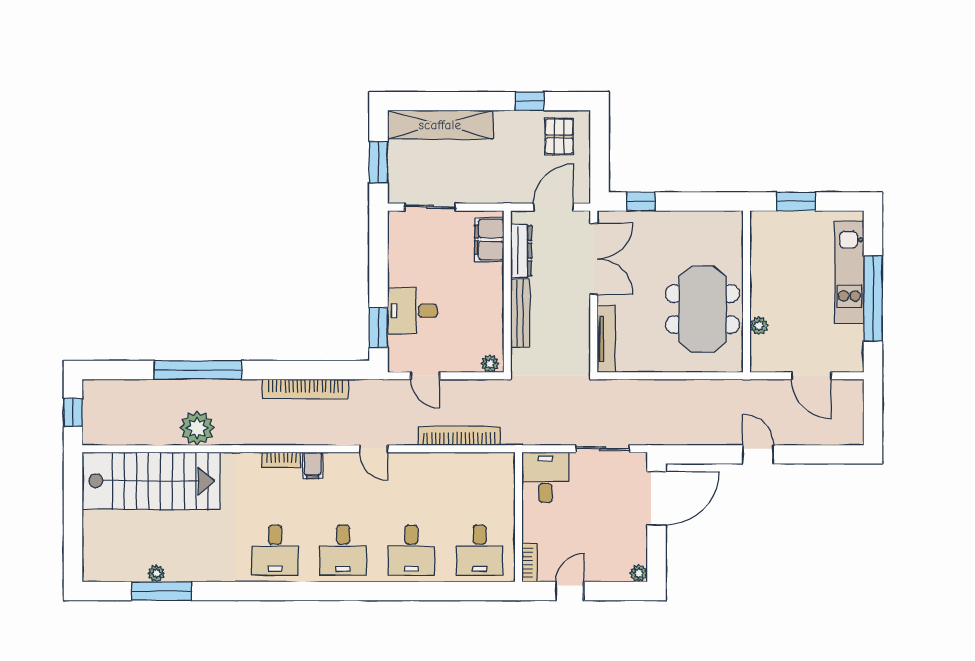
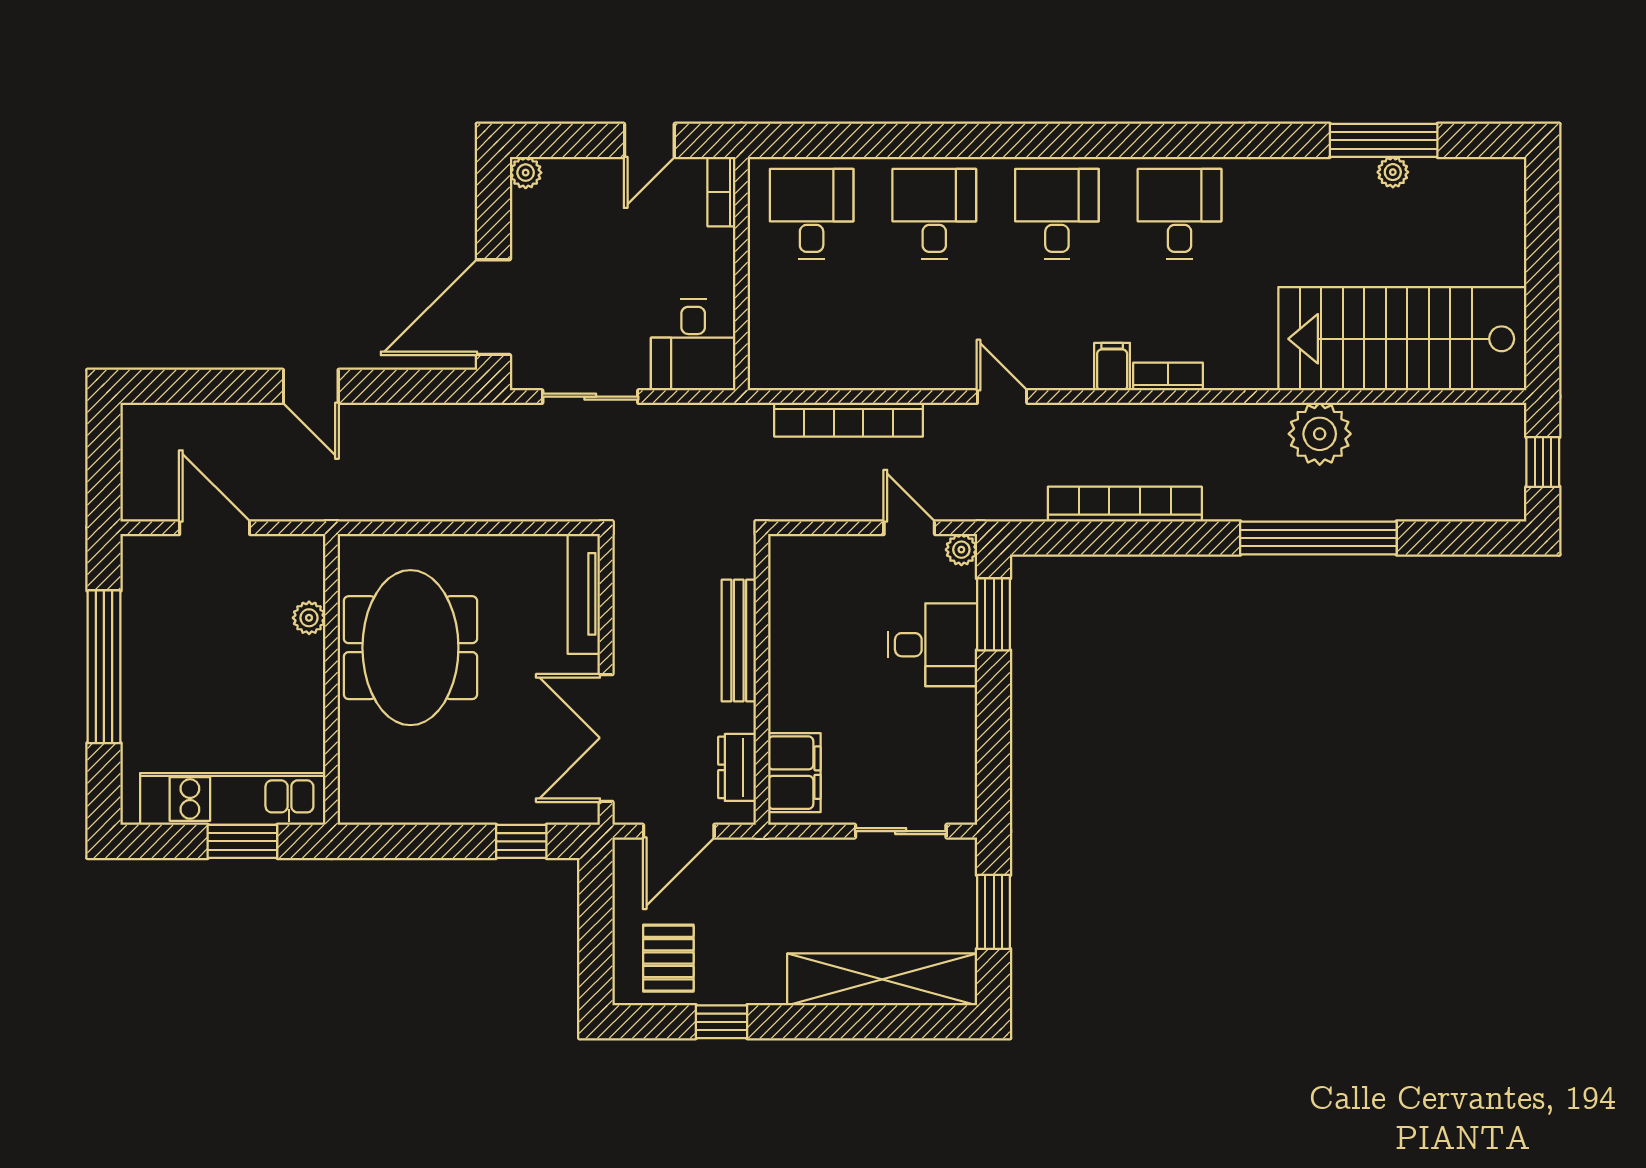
dresser: (521, 251) -> (737, 767), width x0.70
kitchen unit: (849, 272) -> (232, 799), moved, turned -90
plant: (490, 364) -> (961, 550), moved

